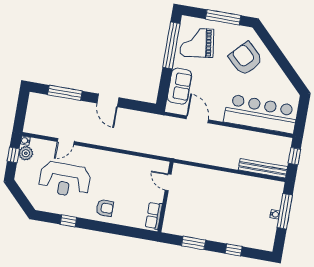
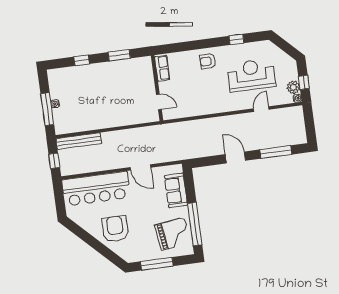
armchair: (246, 59) -> (115, 229), moved, turned -133
door: (197, 119) -> (140, 167), moved

